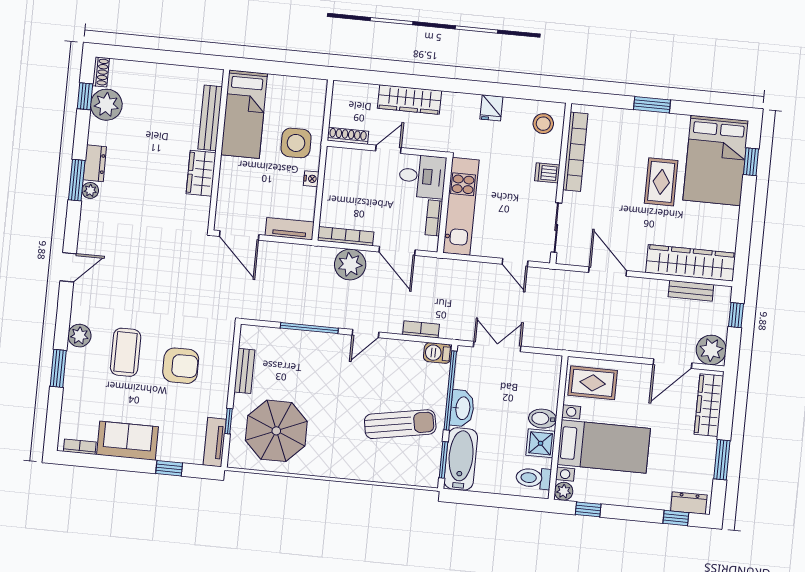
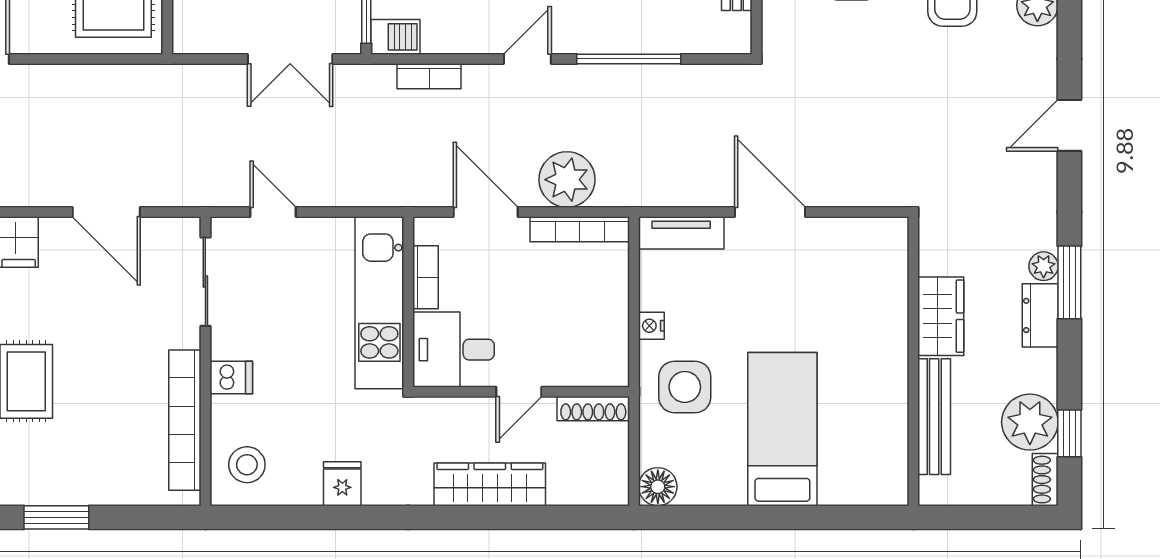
floor lamp: (316, 89) -> (658, 487), added
bench: (210, 118) -> (934, 417), moved
wall: (219, 150) -> (913, 361), moved
wardrobe: (201, 173) -> (941, 316), moved

